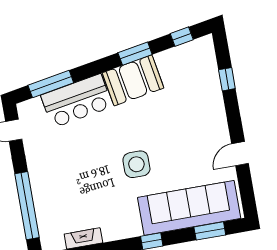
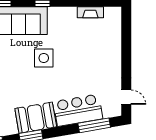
window: (27, 206) -> (126, 42), removed

